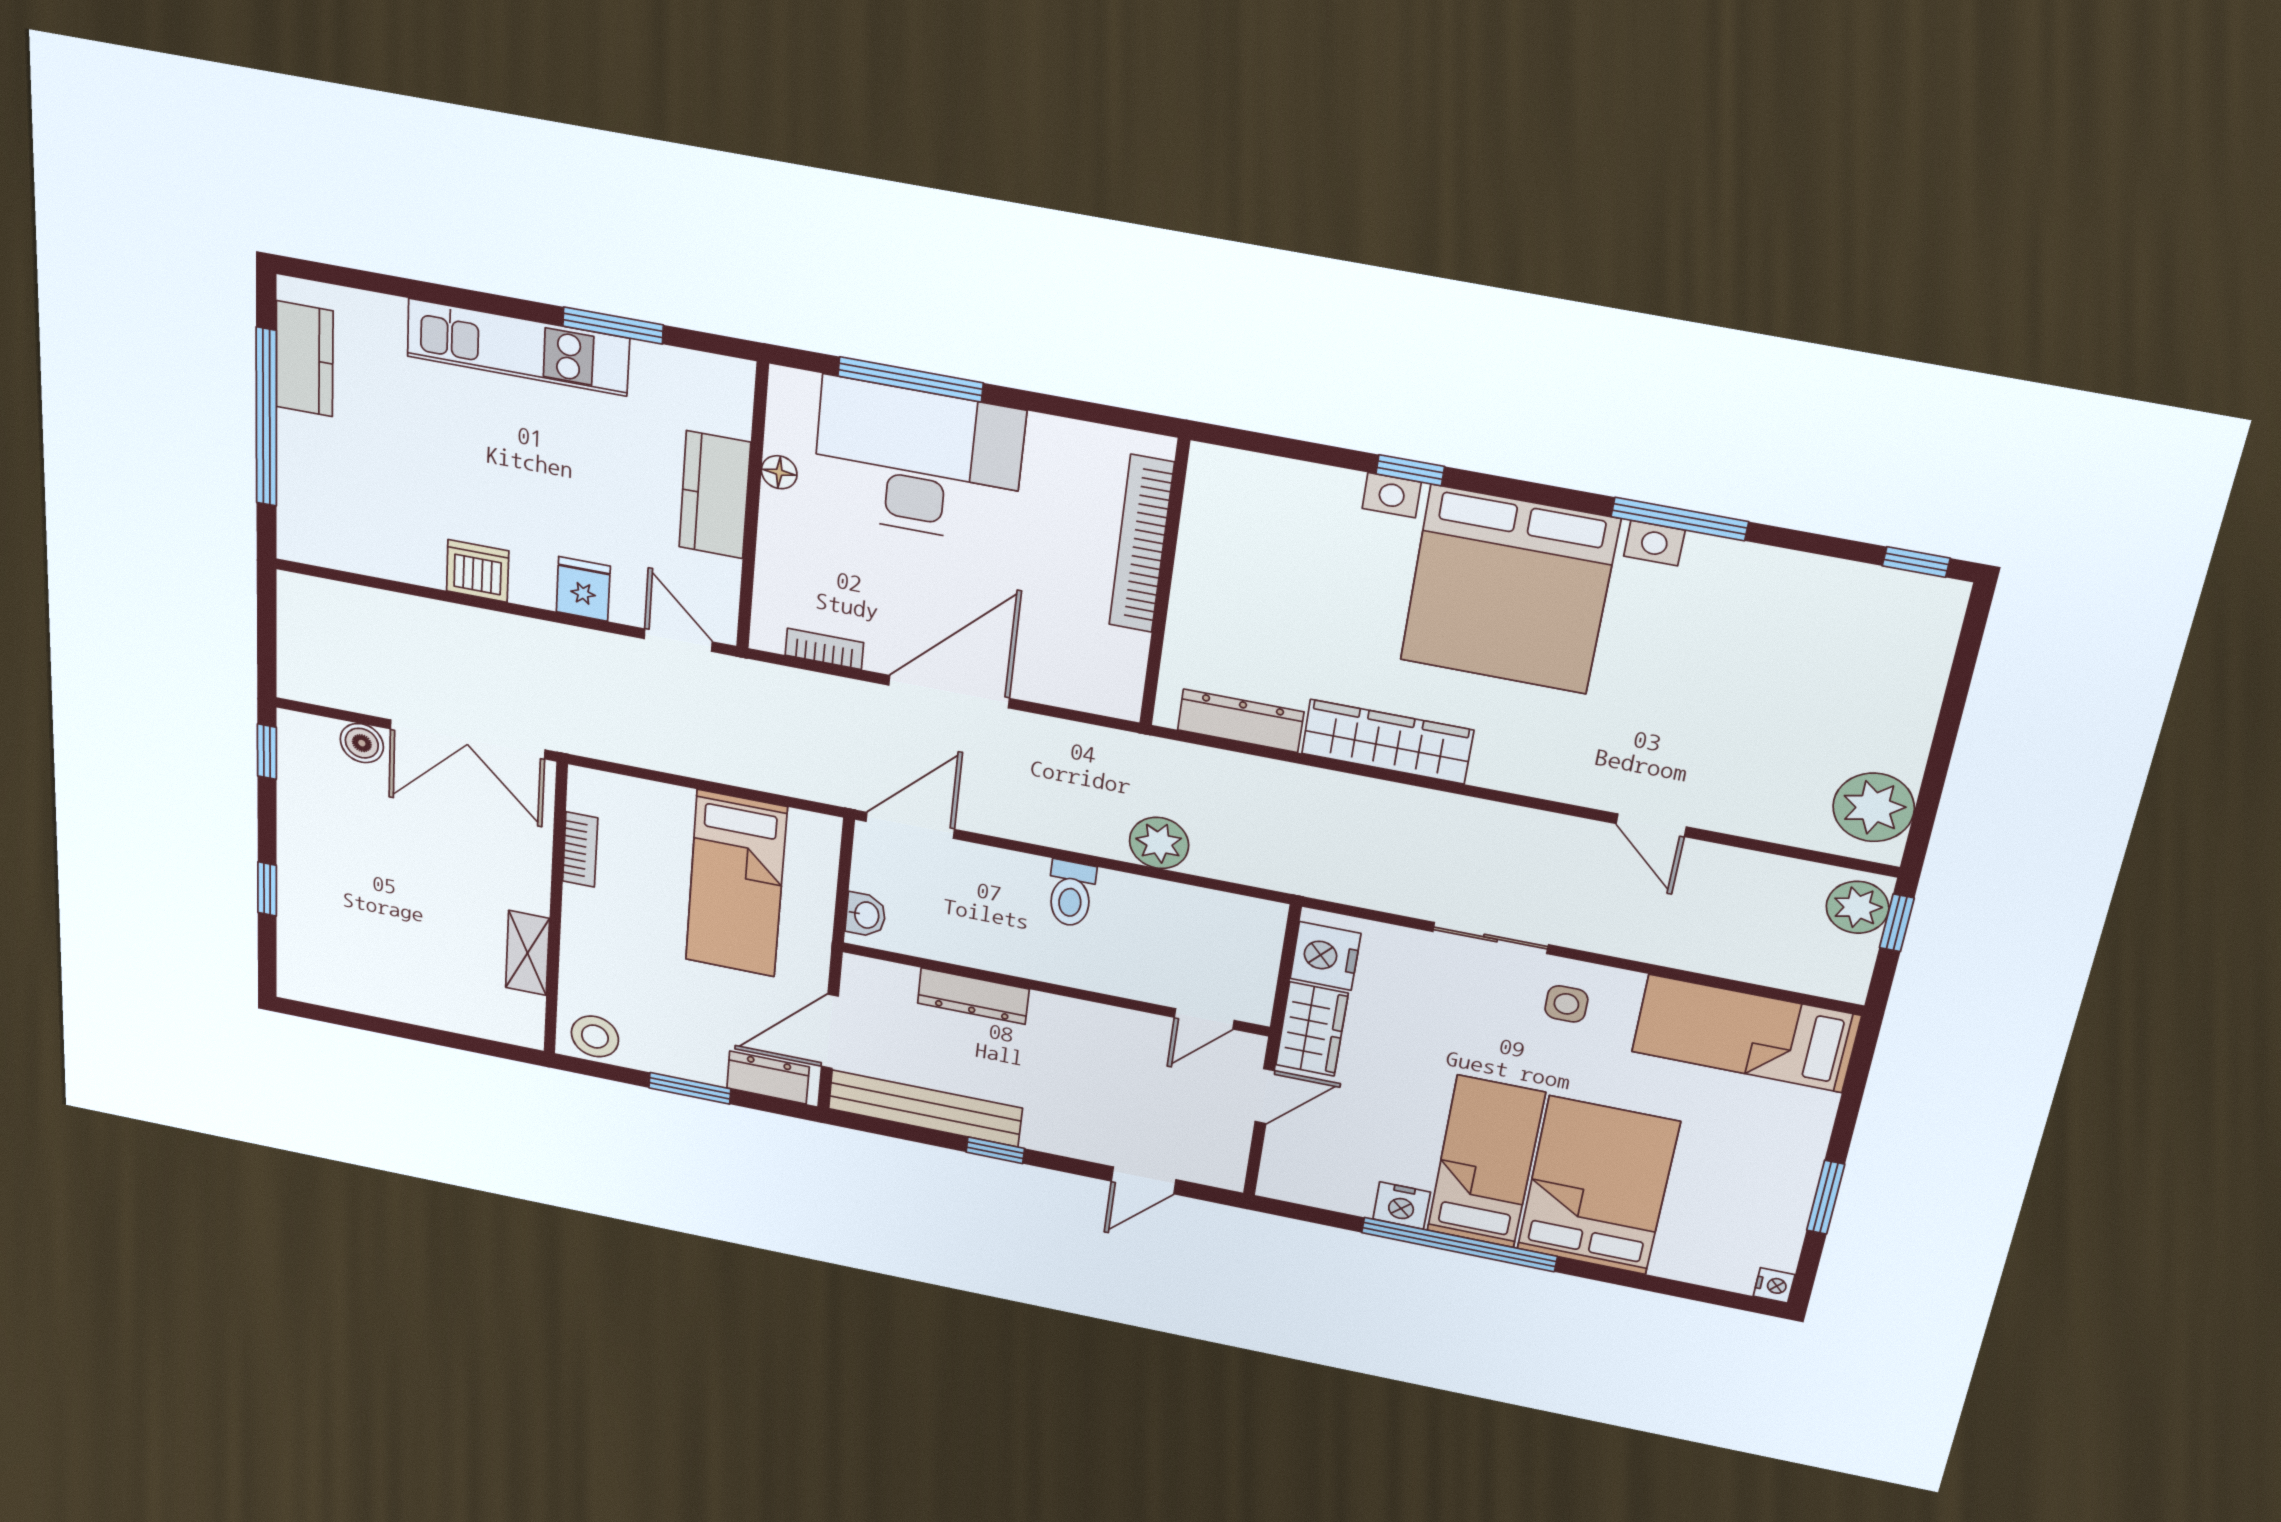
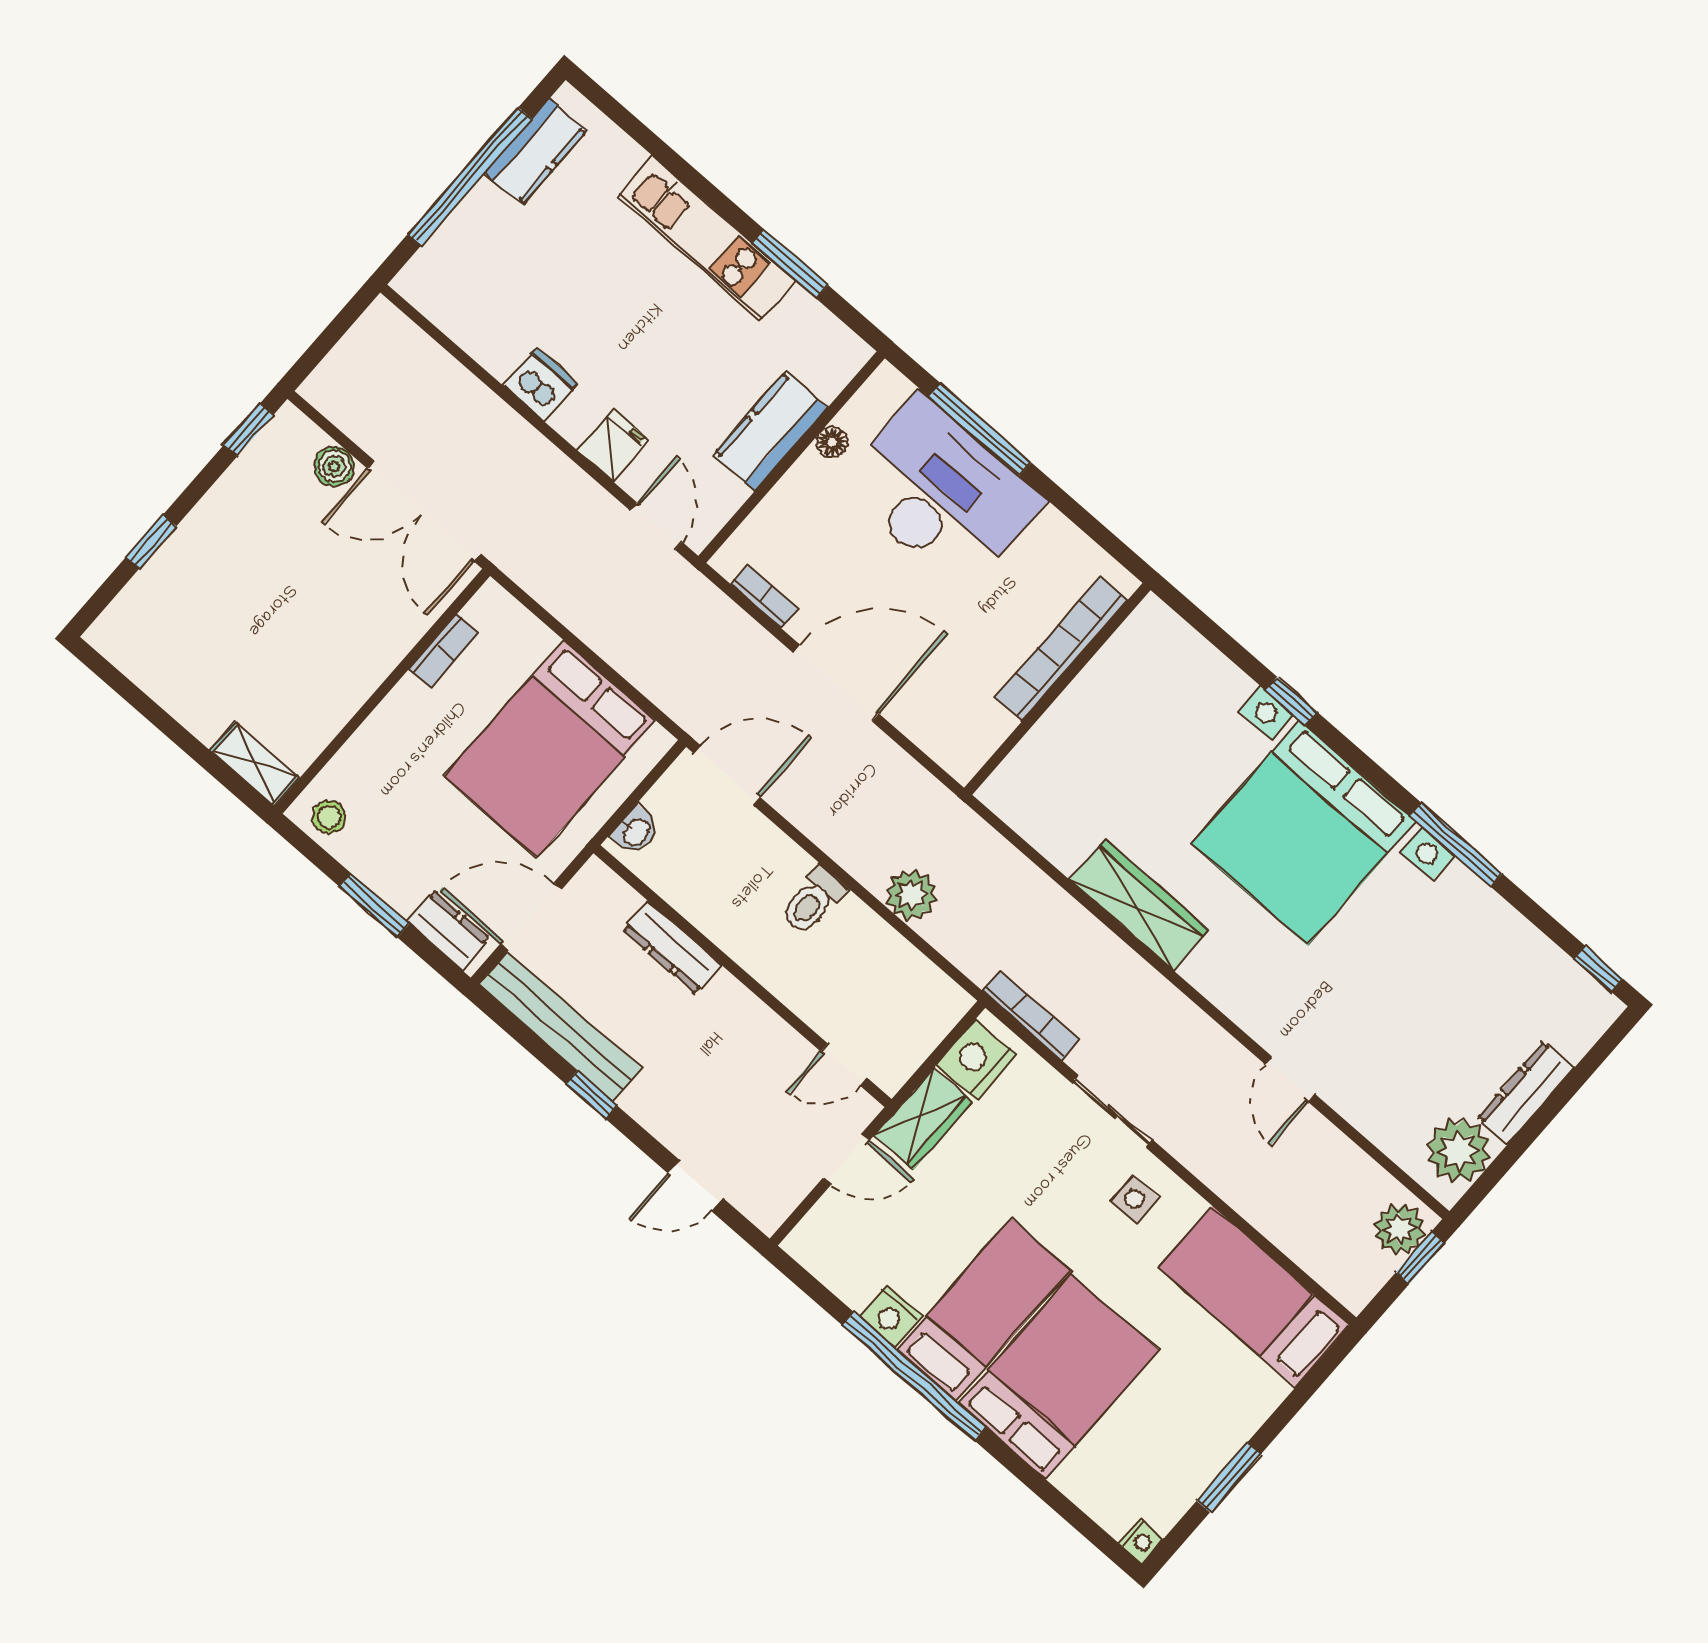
dresser: (1241, 721) -> (1526, 1093), moved, turned -90
bed: (736, 884) -> (550, 749), width x1.50
bookcase: (1351, 892) -> (1031, 1015), added
shelving: (528, 953) -> (255, 764), moved, turned 90
stool: (595, 1037) -> (329, 817), width x0.73, depth x0.73

